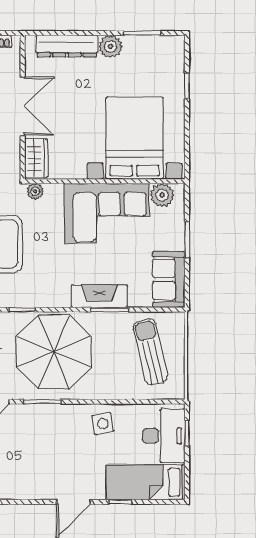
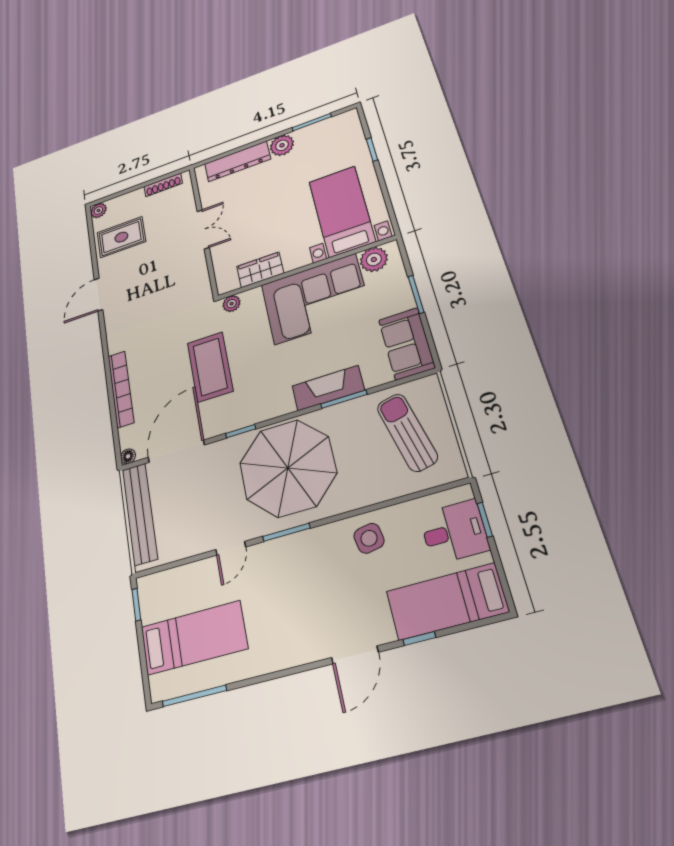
double door: (23, 106) -> (203, 229), width x0.73
bed with nightstands: (135, 138) -> (342, 211), width x0.73
wardrobe: (36, 158) -> (260, 270), moved, turned -90
desk: (164, 436) -> (454, 532), width x0.73

